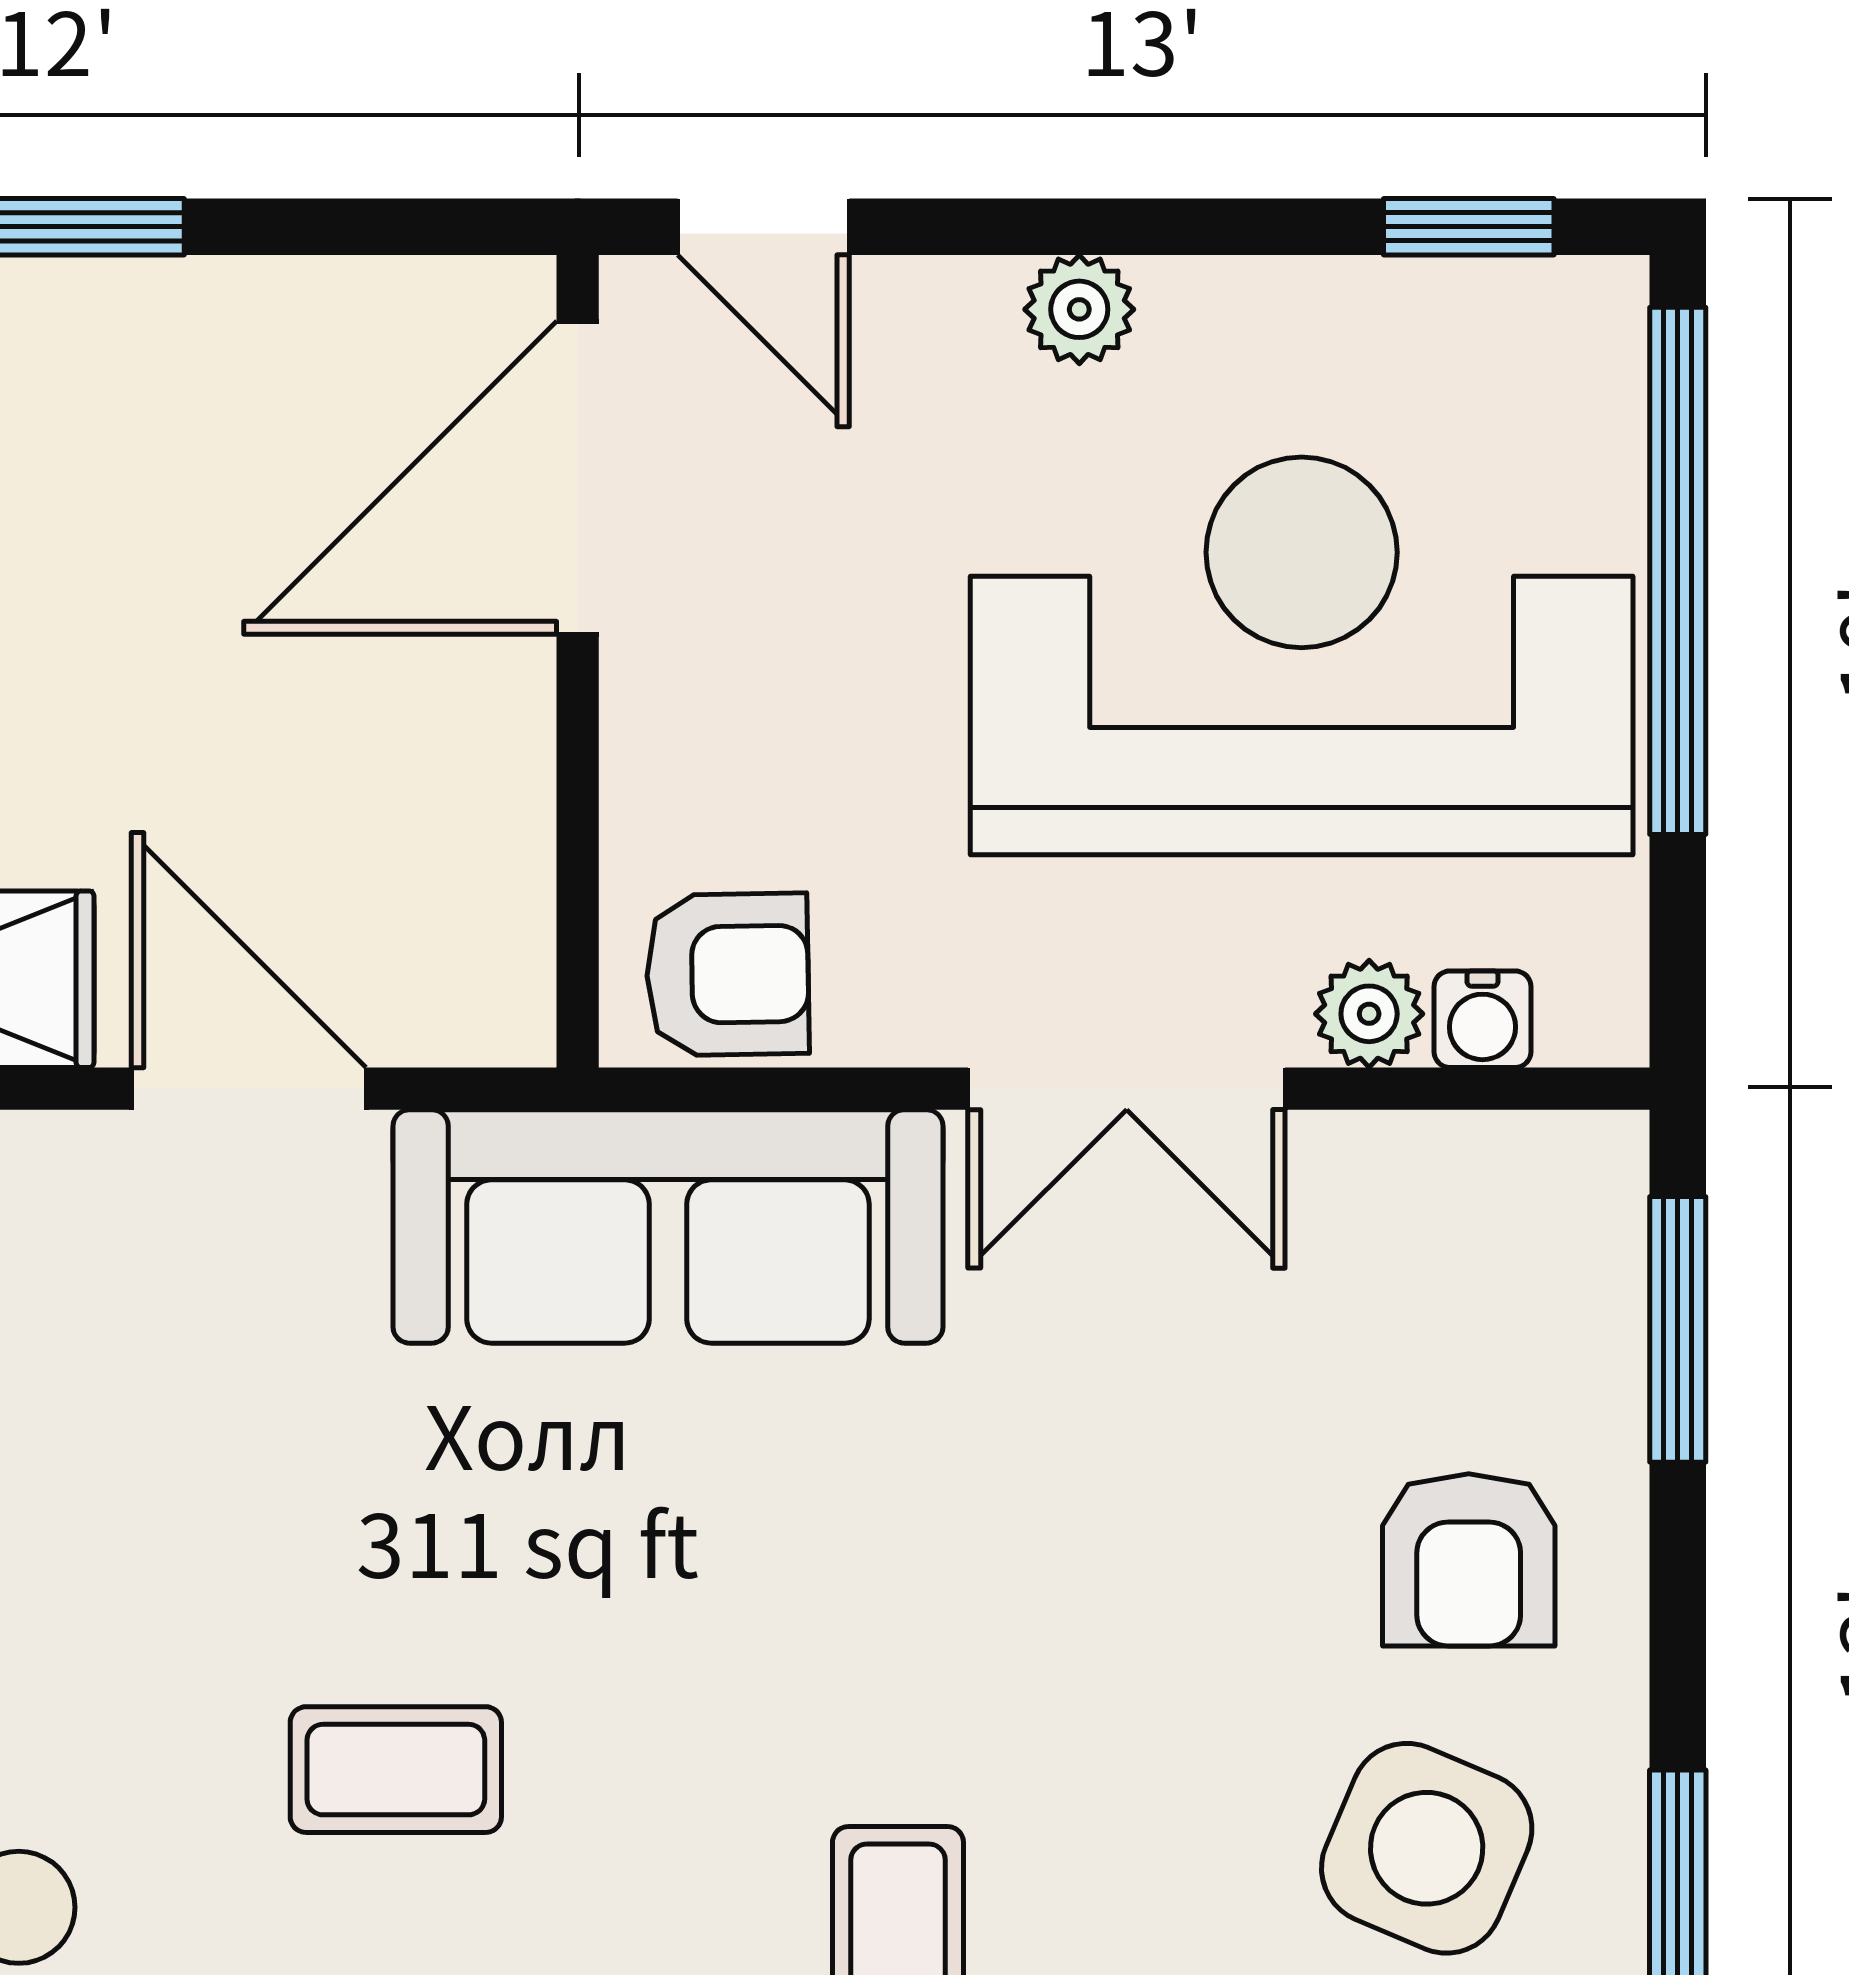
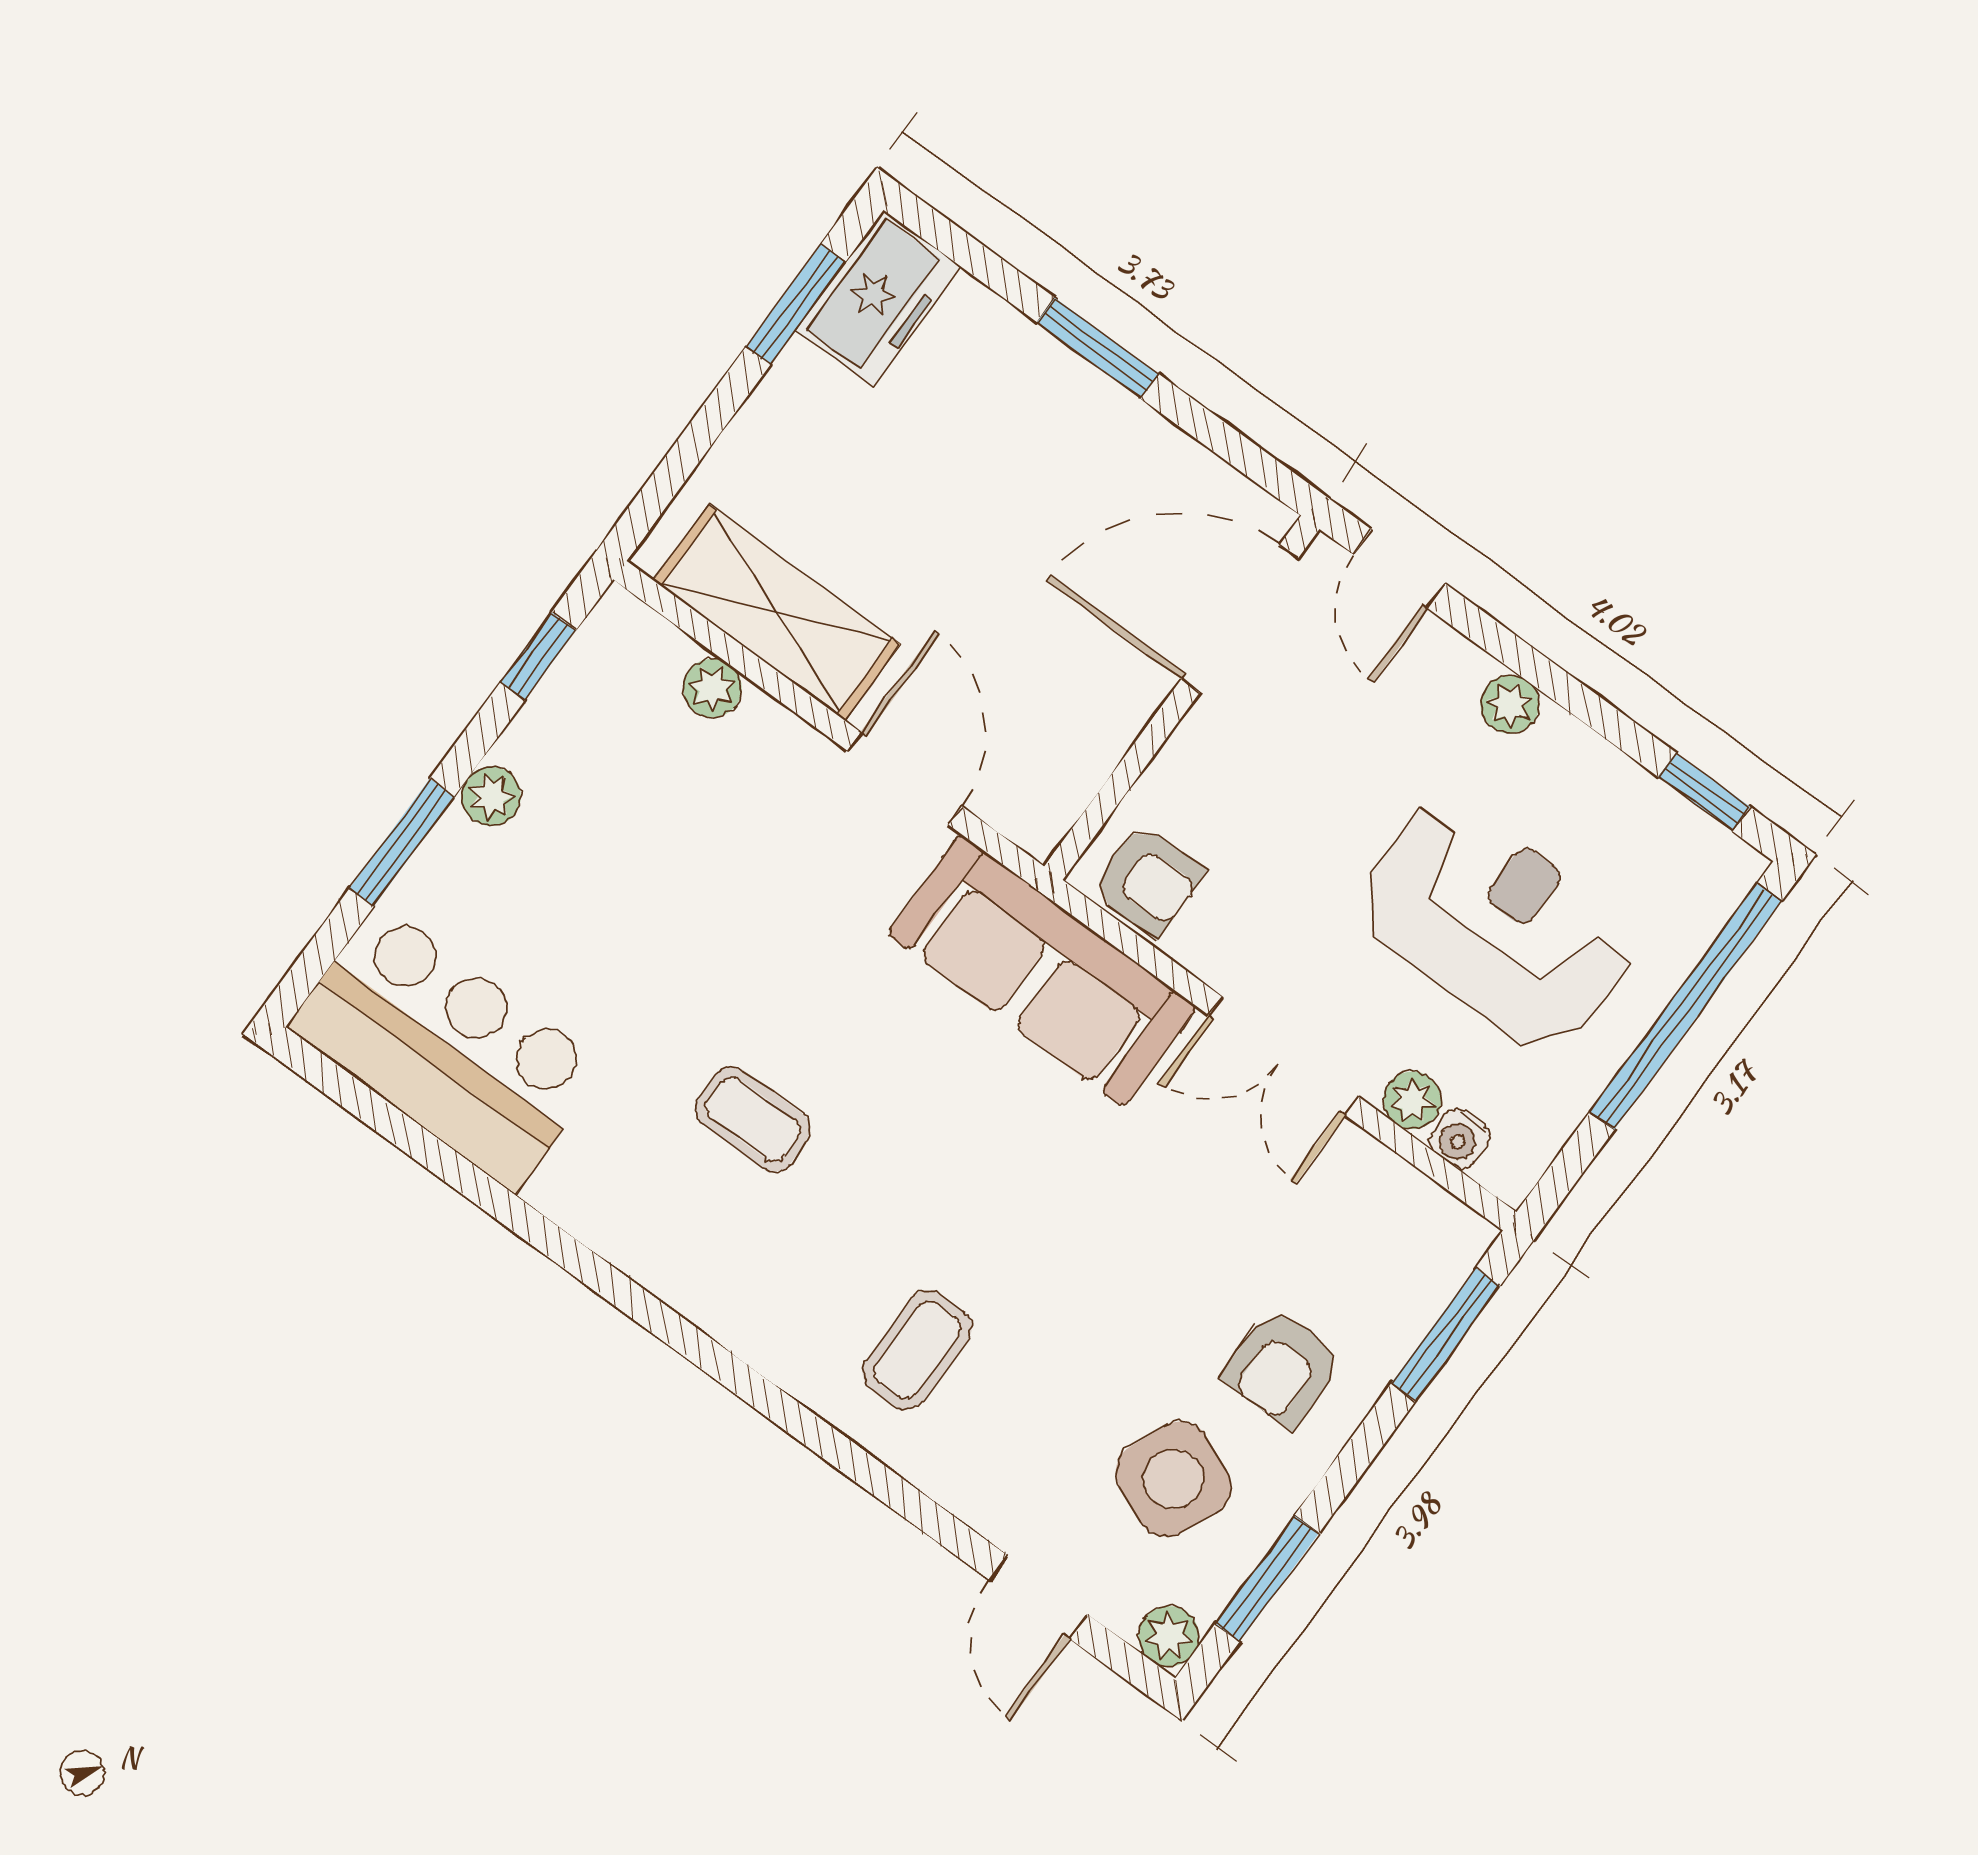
reception desk: (1302, 656) -> (1496, 924), width x0.74, depth x0.77

